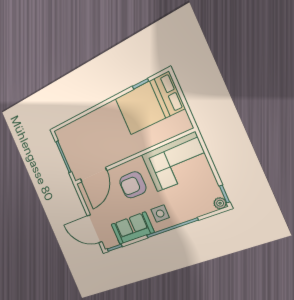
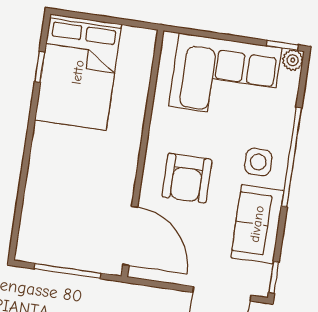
corner sofa: (176, 162) -> (225, 77), moved, turned 90

